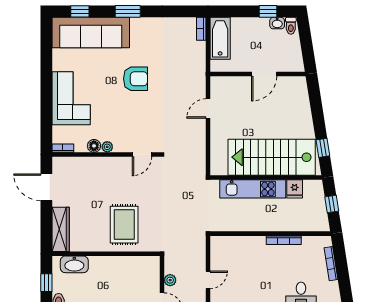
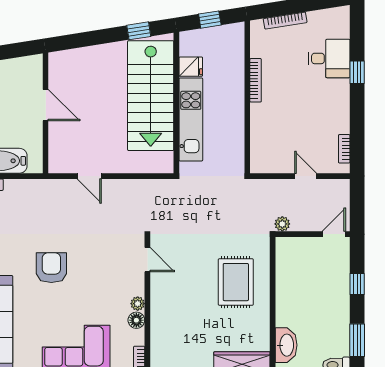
rug: (124, 225) -> (236, 282), turned 90
plant: (170, 280) -> (282, 224), moved

